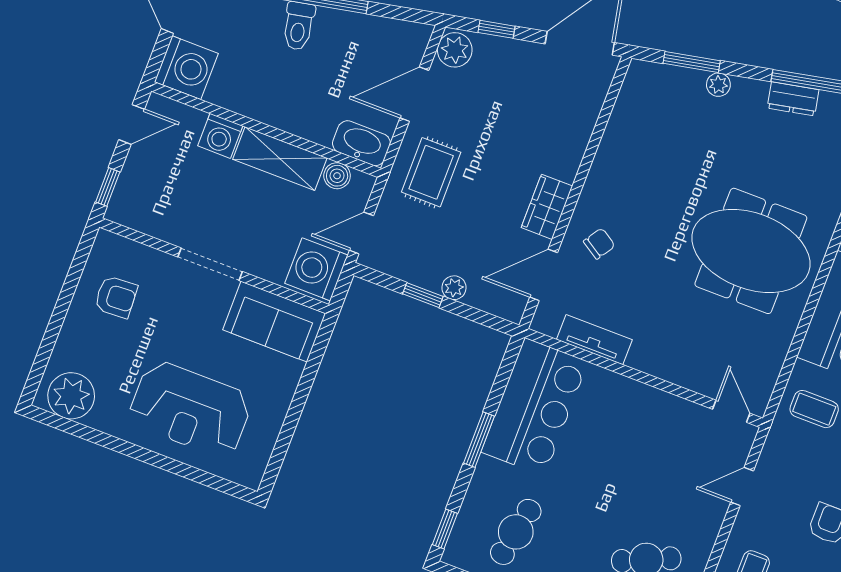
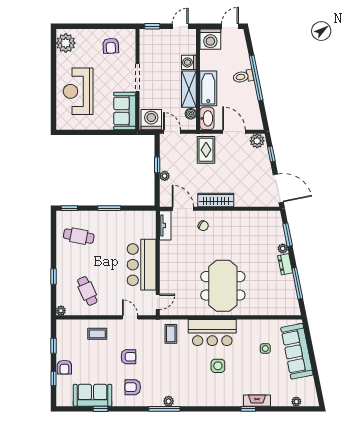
dresser: (793, 99) -> (285, 264), moved
bathtub: (295, 115) -> (208, 88), added
door: (132, 124) -> (180, 26), swing flipped
rug: (431, 172) -> (206, 150), turned 90
wardrobe: (547, 207) -> (216, 200), width x1.50
tv unit: (594, 340) -> (165, 225), moved
bar counter: (535, 407) -> (142, 265), moved, turned 90

